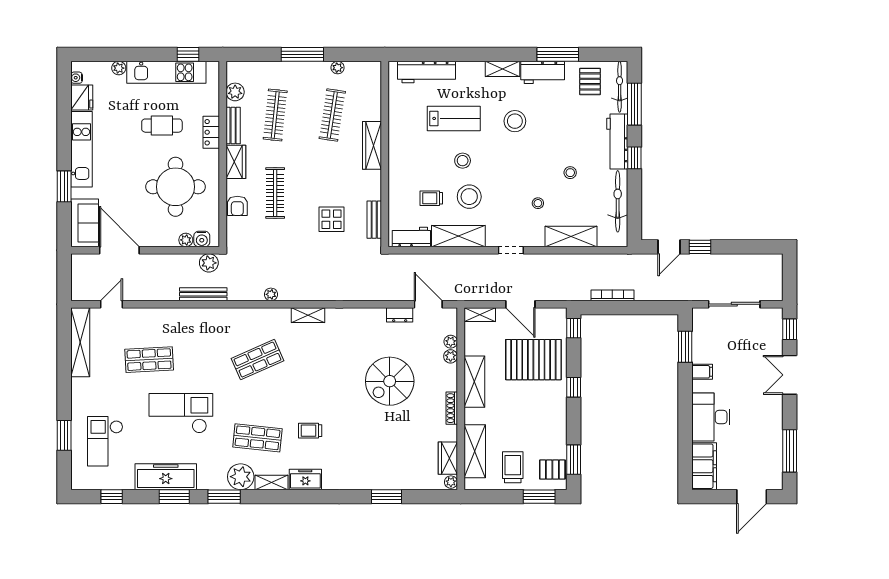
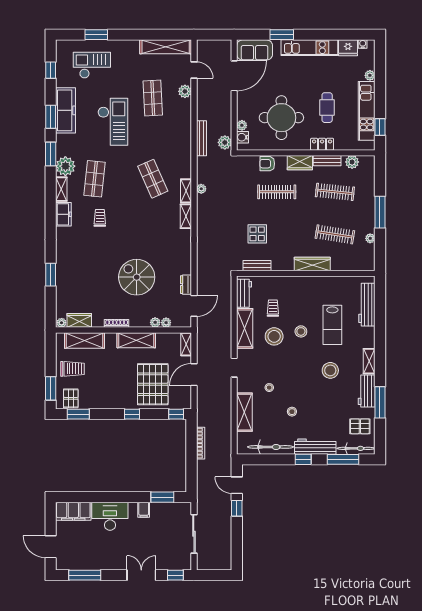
shelving: (274, 315) -> (186, 191), added
plant: (140, 316) -> (185, 91), added

